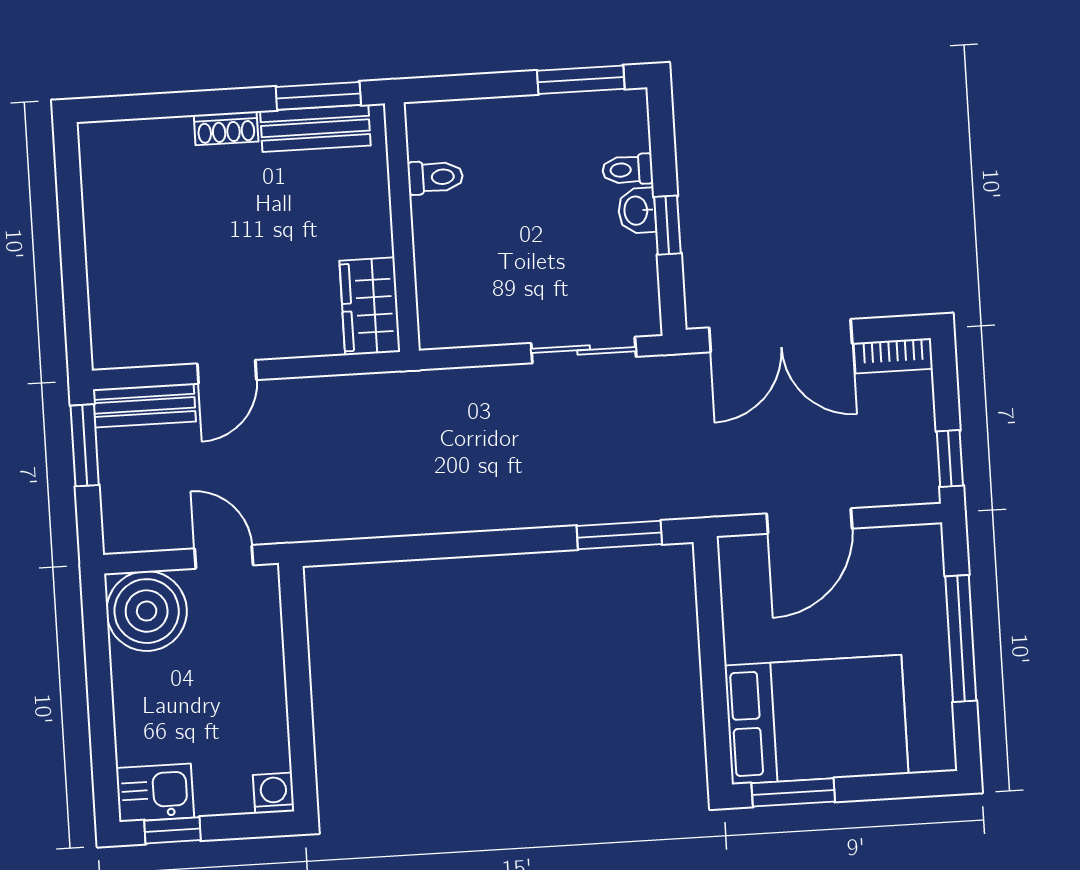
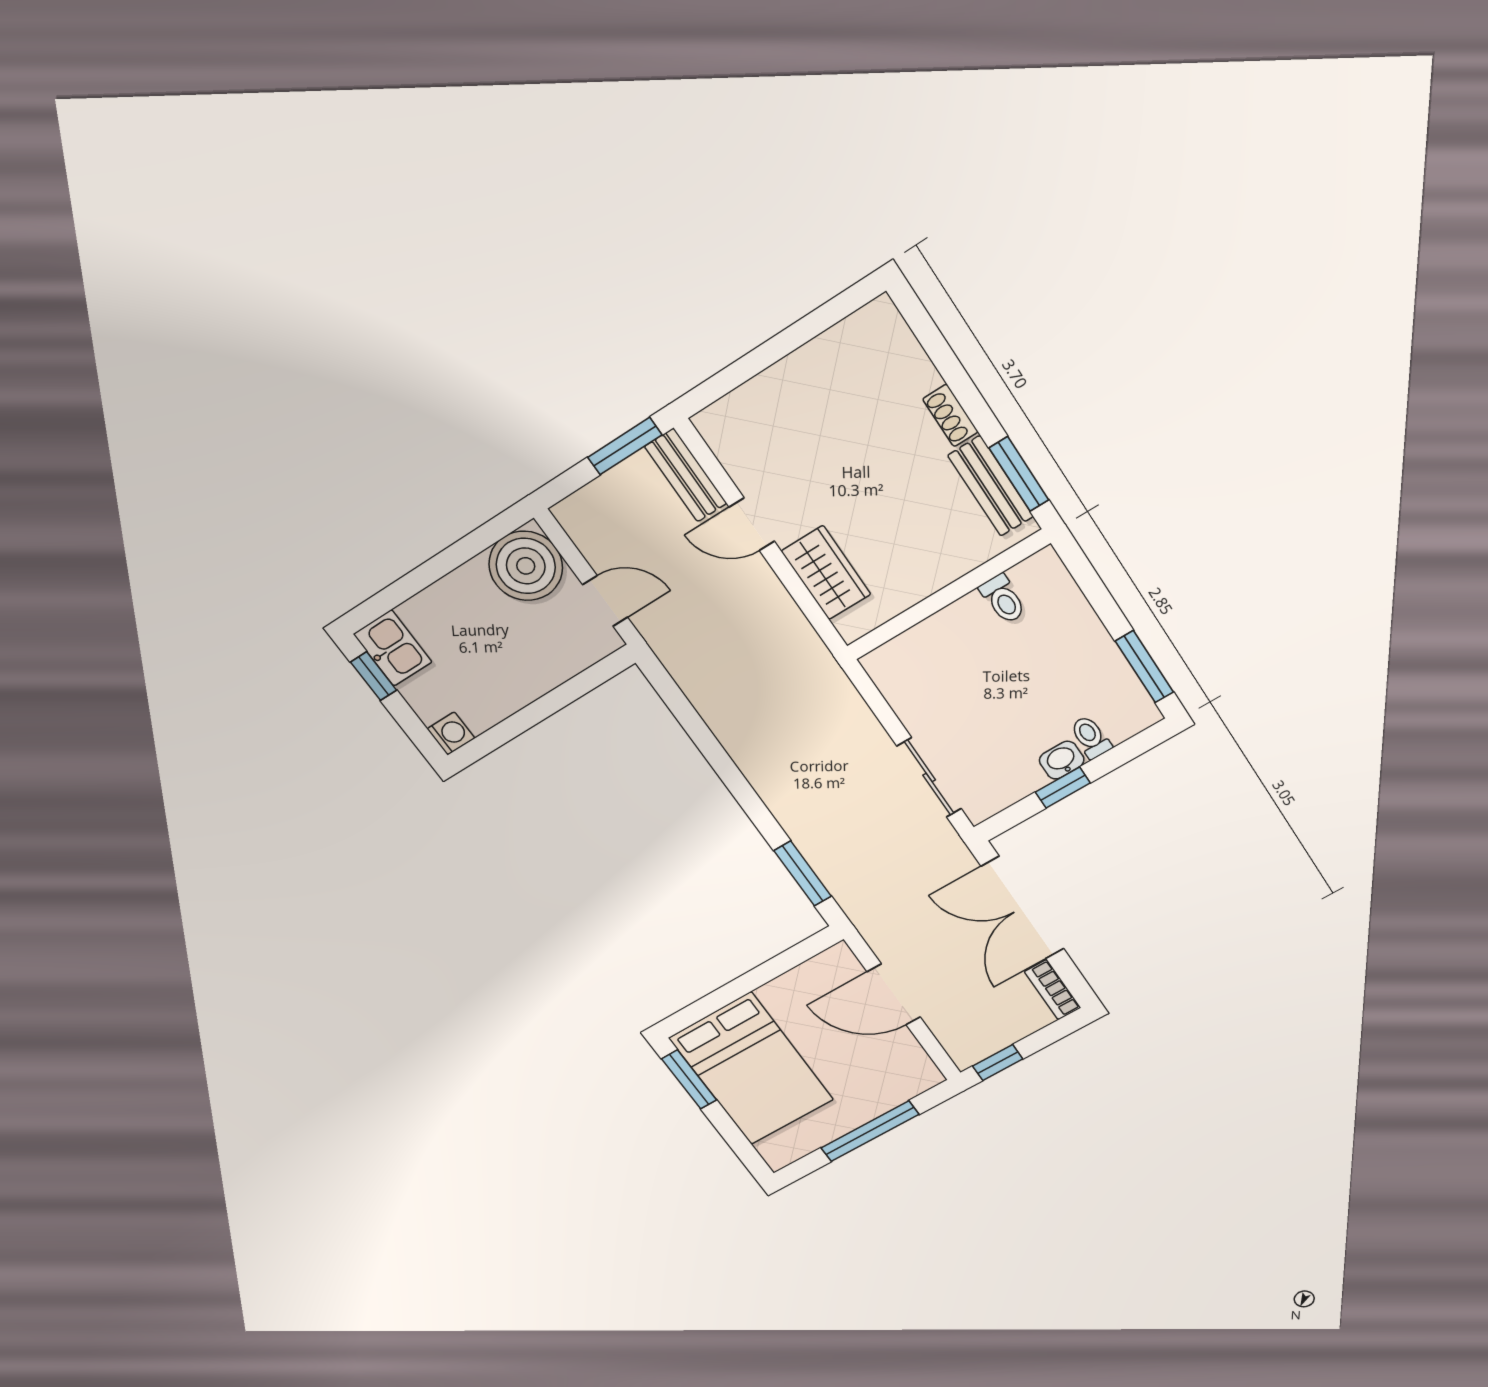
wardrobe: (370, 306) -> (826, 573), moved, turned 90
door: (224, 557) -> (605, 601), hinge flipped

